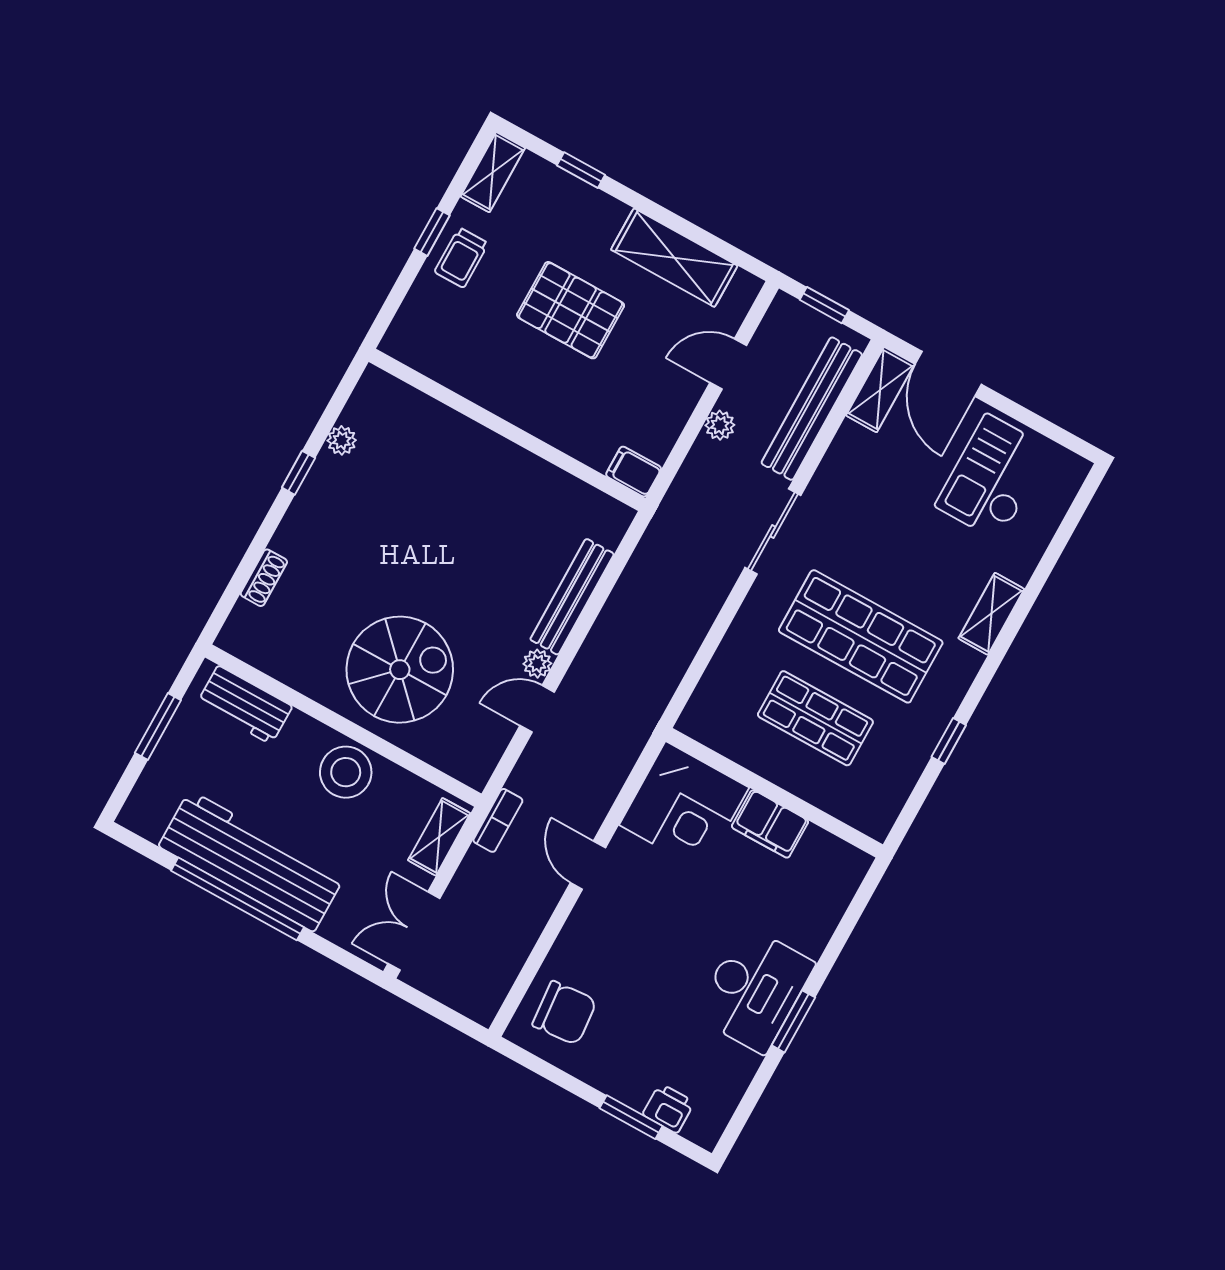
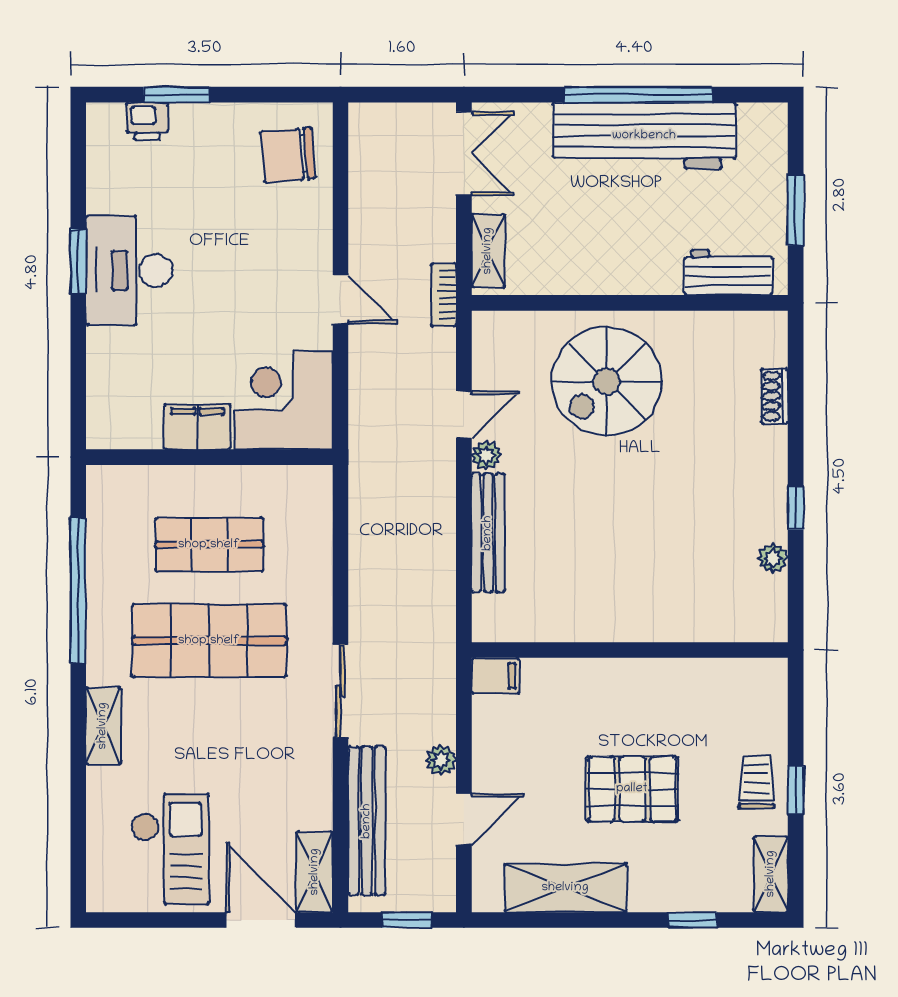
window: (949, 741) -> (78, 591), width x3.17
stool: (346, 772) -> (604, 262), removed

